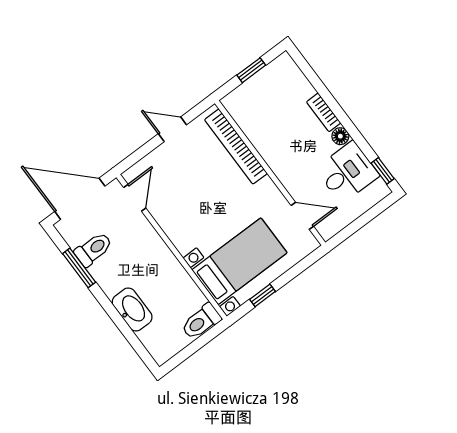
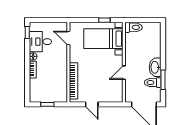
door: (135, 198) -> (124, 73), moved
washbasin: (132, 310) -> (155, 67), moved

